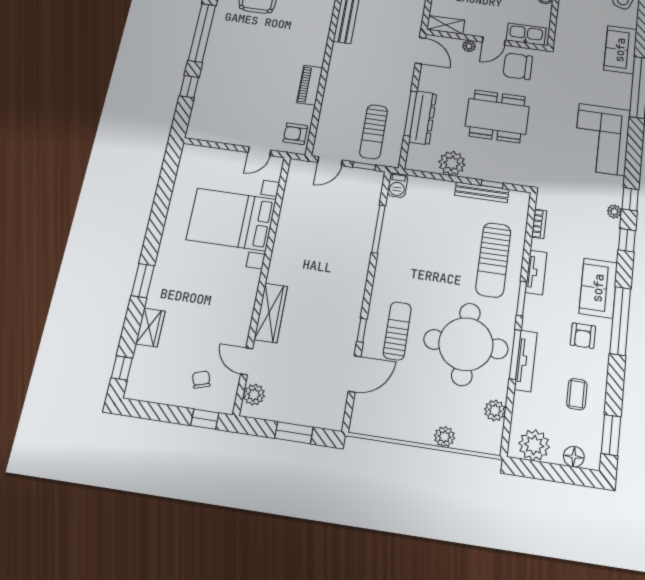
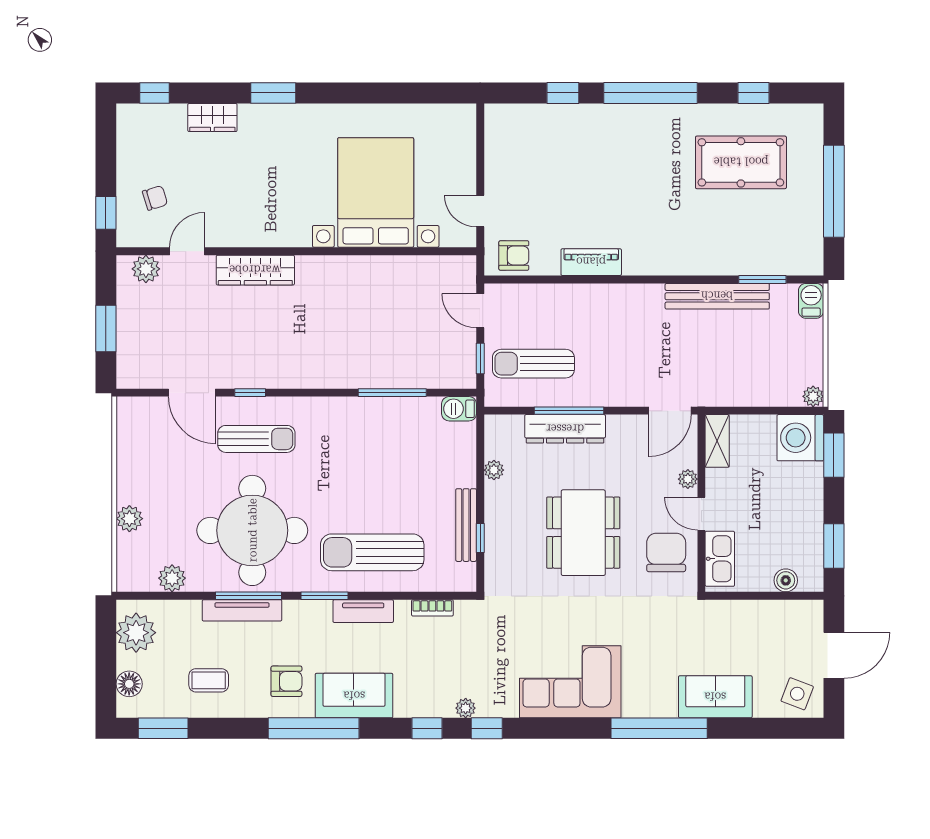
armchair: (295, 134) -> (514, 256), turned 90
plant: (452, 163) -> (494, 470), width x0.53, depth x0.53
armchair: (583, 336) -> (286, 681), turned 180

